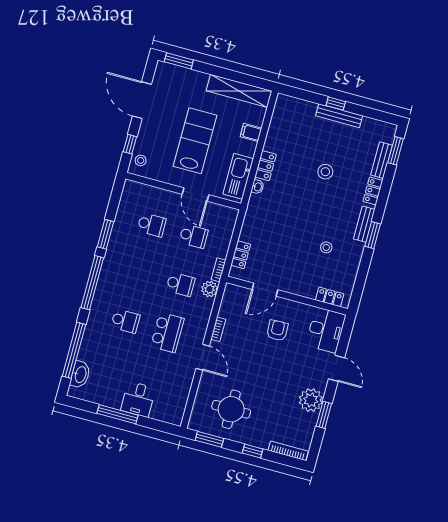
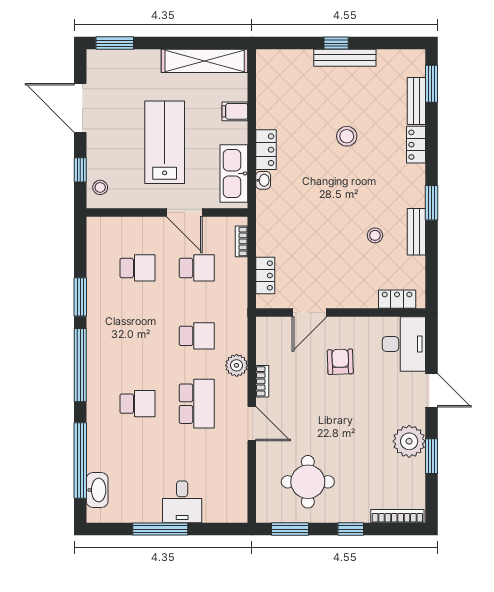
bench: (364, 224) -> (416, 232), moved
bookcase: (219, 270) -> (242, 241), moved
plant: (210, 289) -> (237, 365), moved

